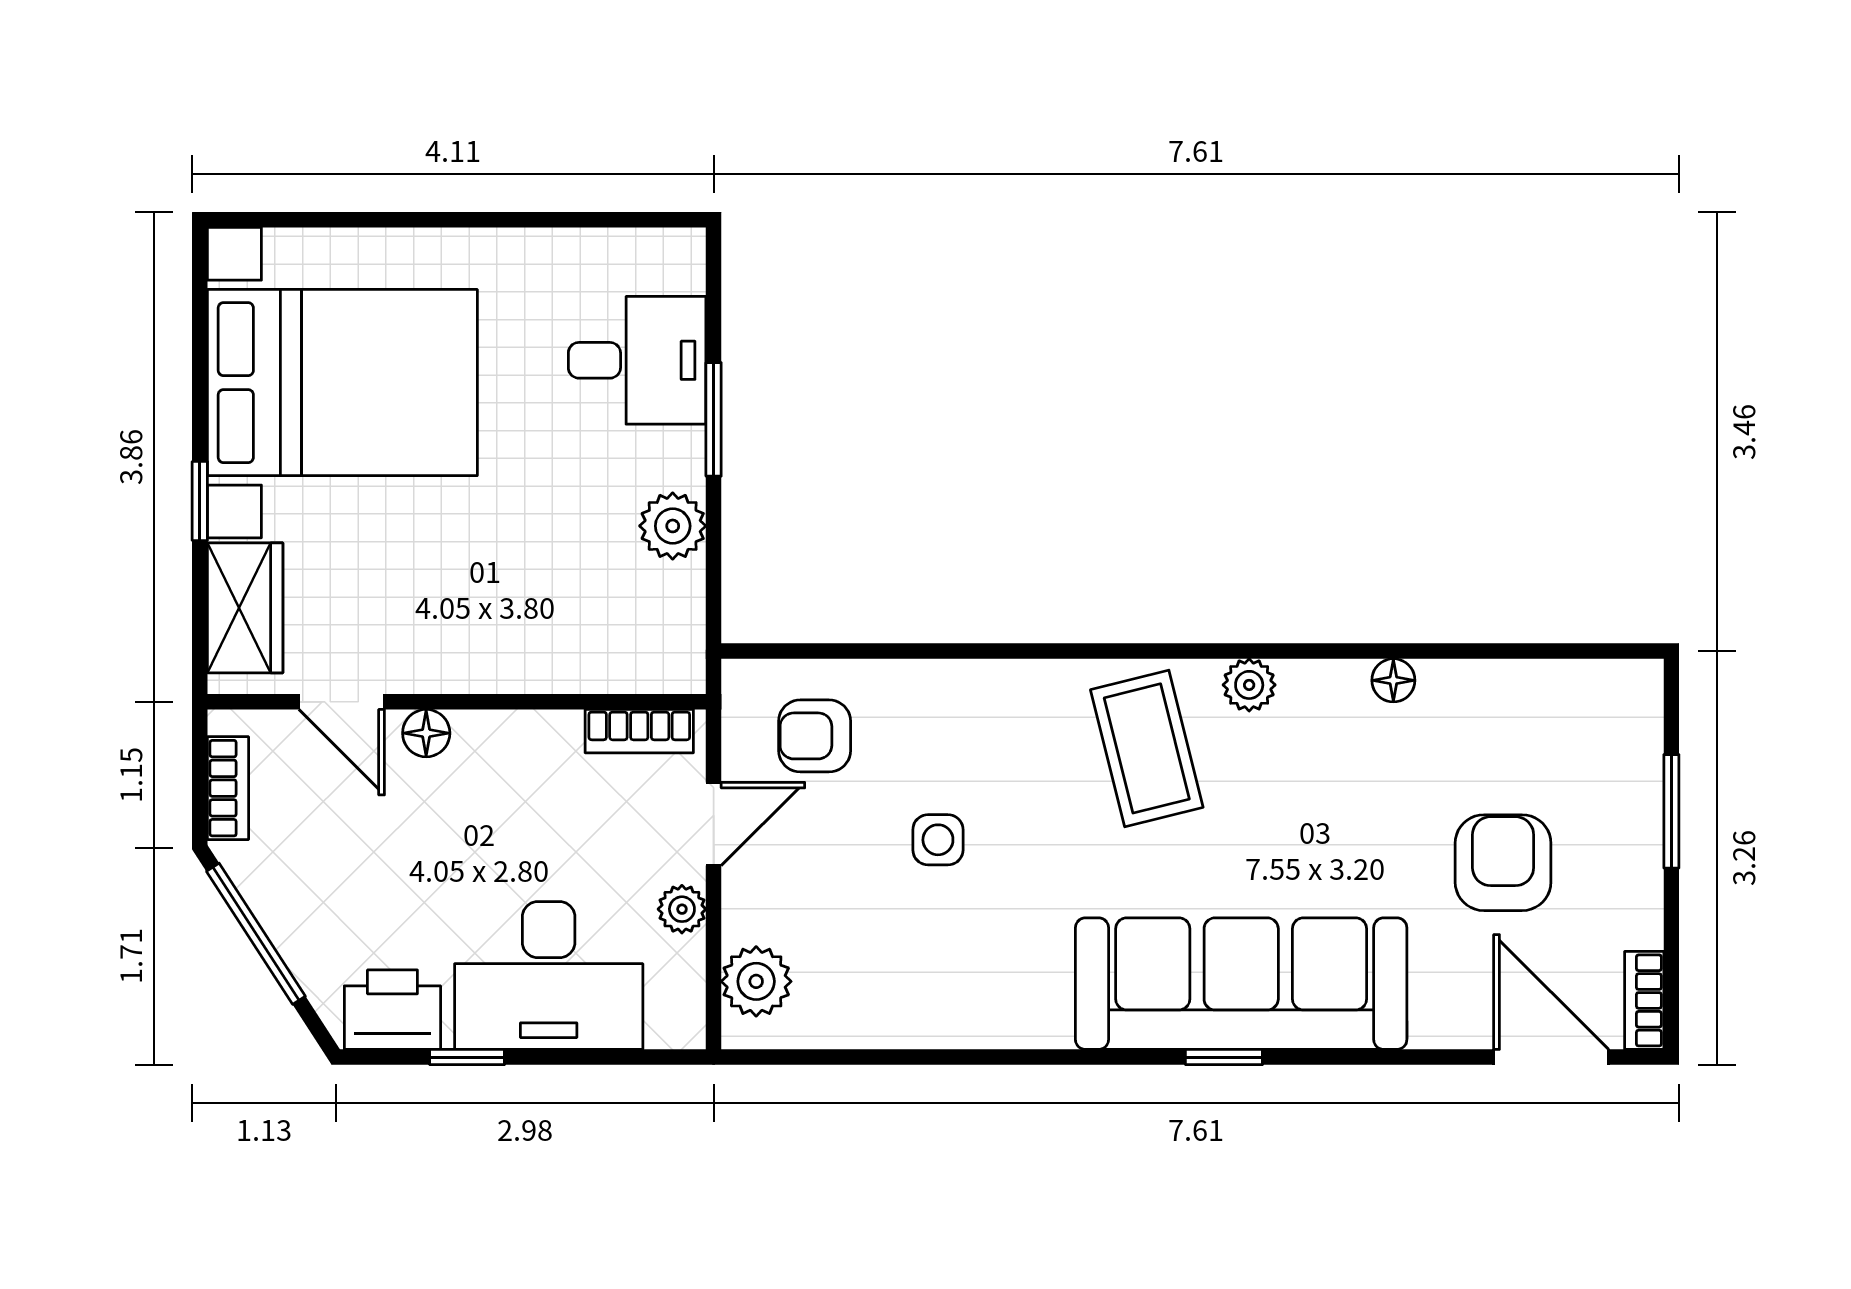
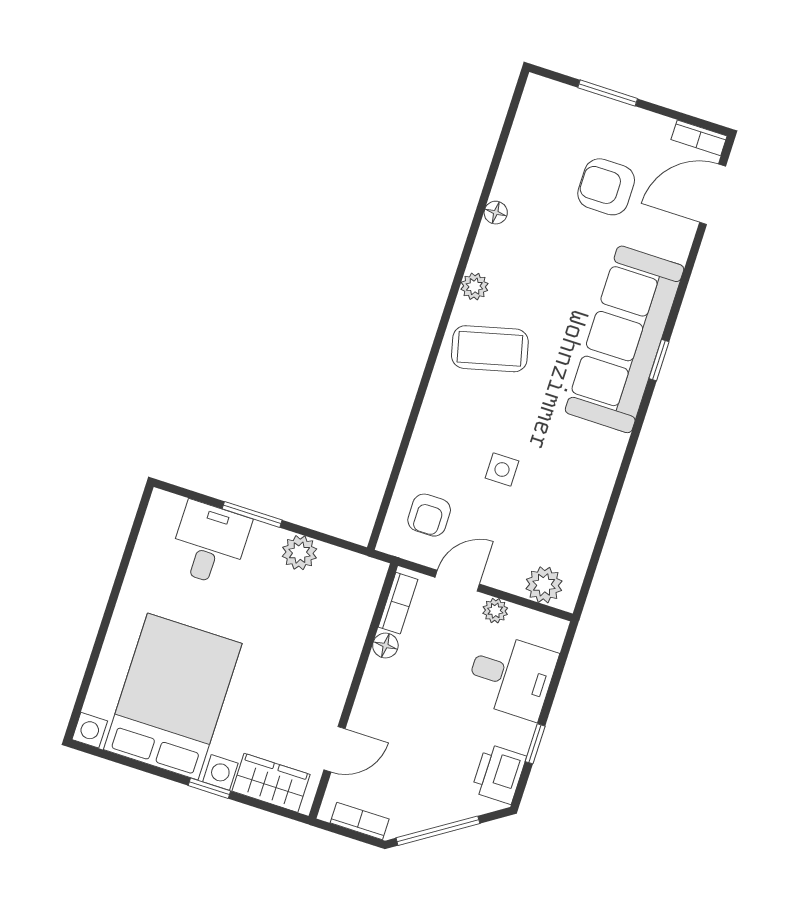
floor lamp: (426, 733) -> (385, 646), moved
door: (714, 824) -> (457, 581), hinge flipped
desk: (549, 975) -> (511, 676), width x0.73

